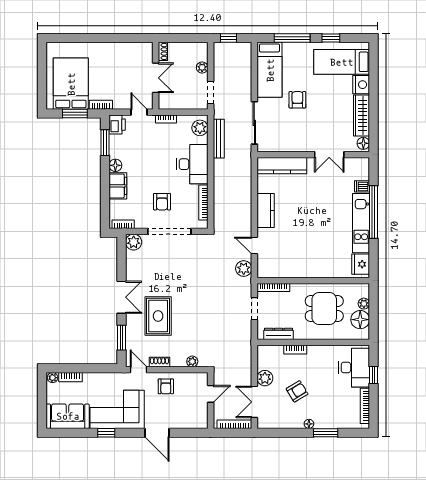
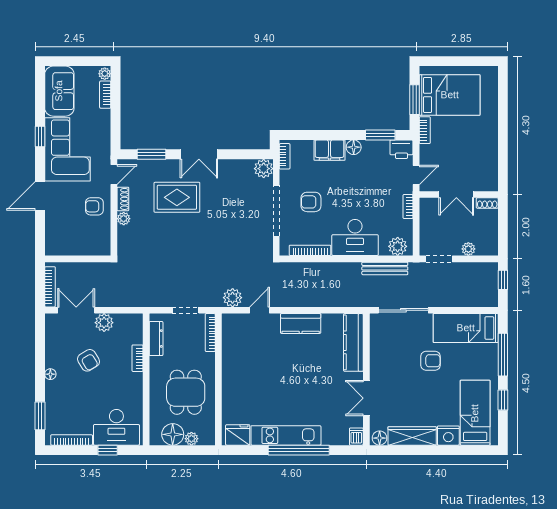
dishwasher: (362, 186) -> (356, 437), moved
plant: (192, 361) -> (124, 219), moved
door: (211, 394) -> (86, 259), removed
window: (326, 433) -> (40, 416), moved

